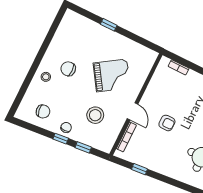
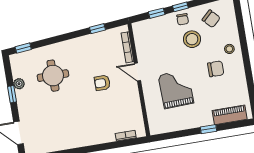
piano: (84, 24) -> (230, 115), added
grand piano: (112, 75) -> (176, 89), turned 121
chair: (43, 111) -> (211, 19), turned -124
stool: (95, 115) -> (192, 39), moved

